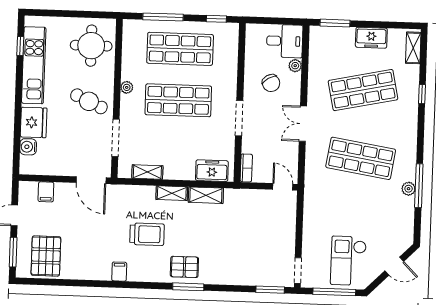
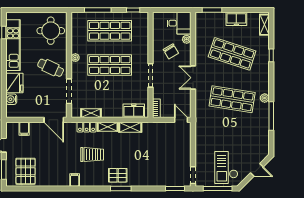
shop shelf: (363, 90) -> (232, 54), turned 30
plant: (409, 189) -> (265, 98), moved
locker: (140, 193) -> (87, 127), added

